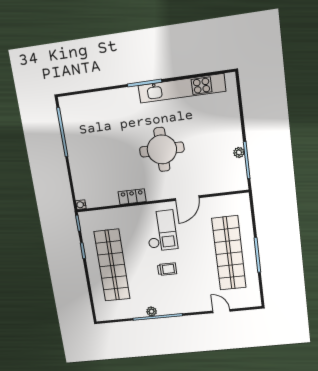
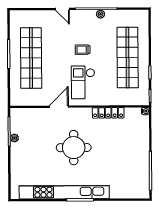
kitchen unit: (182, 88) -> (64, 192), width x1.36
locker: (132, 197) -> (108, 113), width x1.53
door: (221, 311) -> (62, 9), moved

